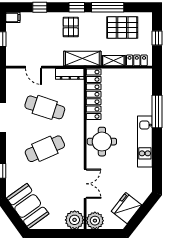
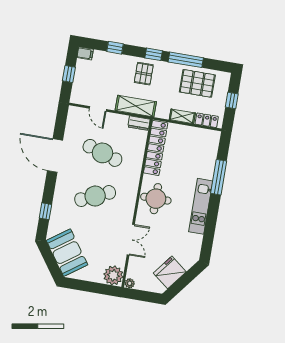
shelving: (82, 58) -> (136, 106), moved
dresser: (70, 74) -> (139, 123), width x0.70
plant: (95, 221) -> (130, 283), width x0.53, depth x0.53

